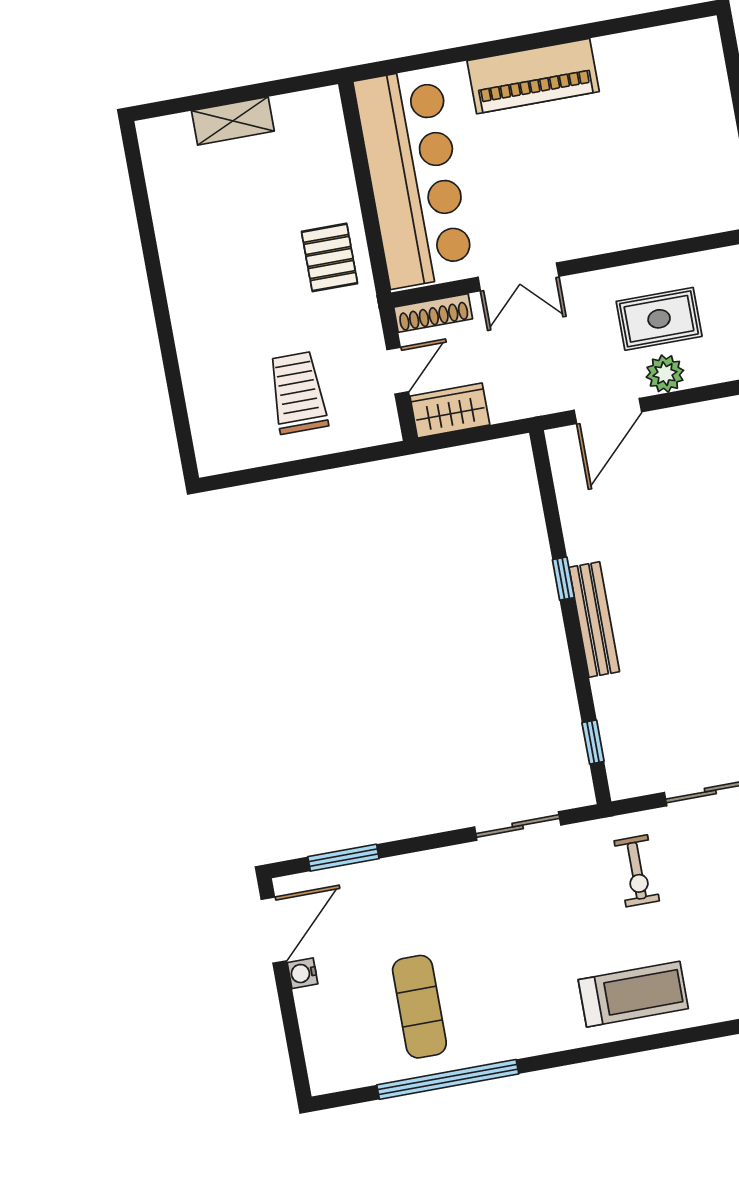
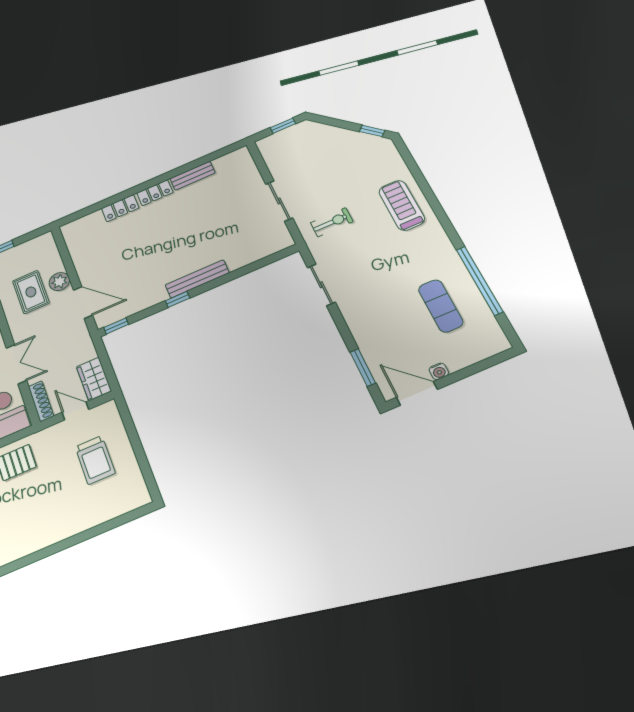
trolley: (298, 393) -> (95, 460), turned -90
window: (593, 742) -> (116, 326), moved
exercise mat: (419, 1007) -> (441, 306), turned 90

